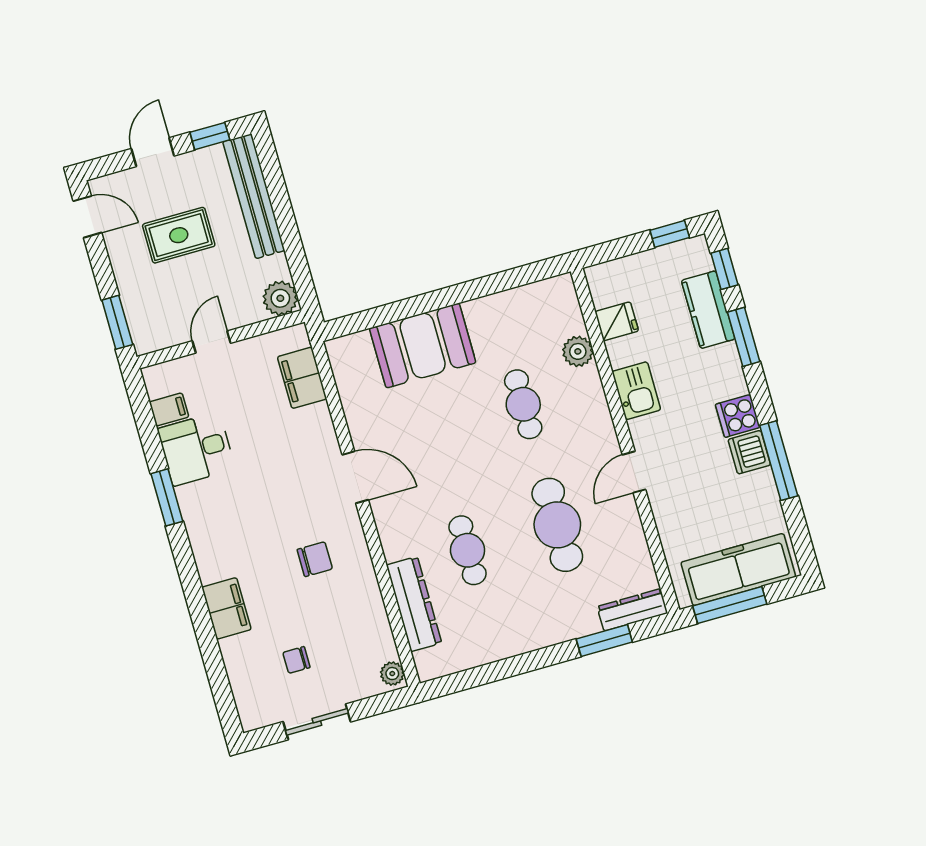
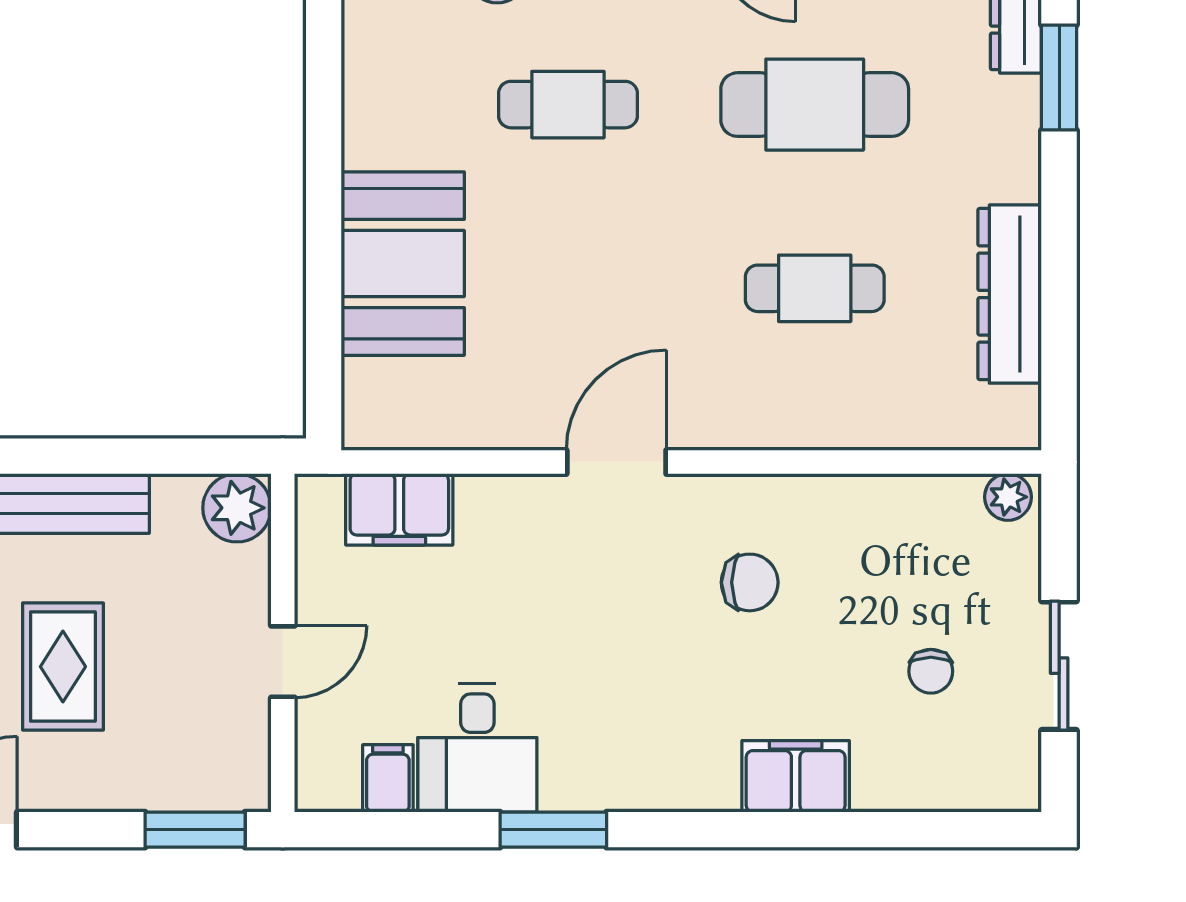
door: (212, 342) -> (283, 662), swing flipped
chair: (315, 559) -> (750, 582), turned 90
dresser: (414, 604) -> (1010, 294), moved, turned -90

